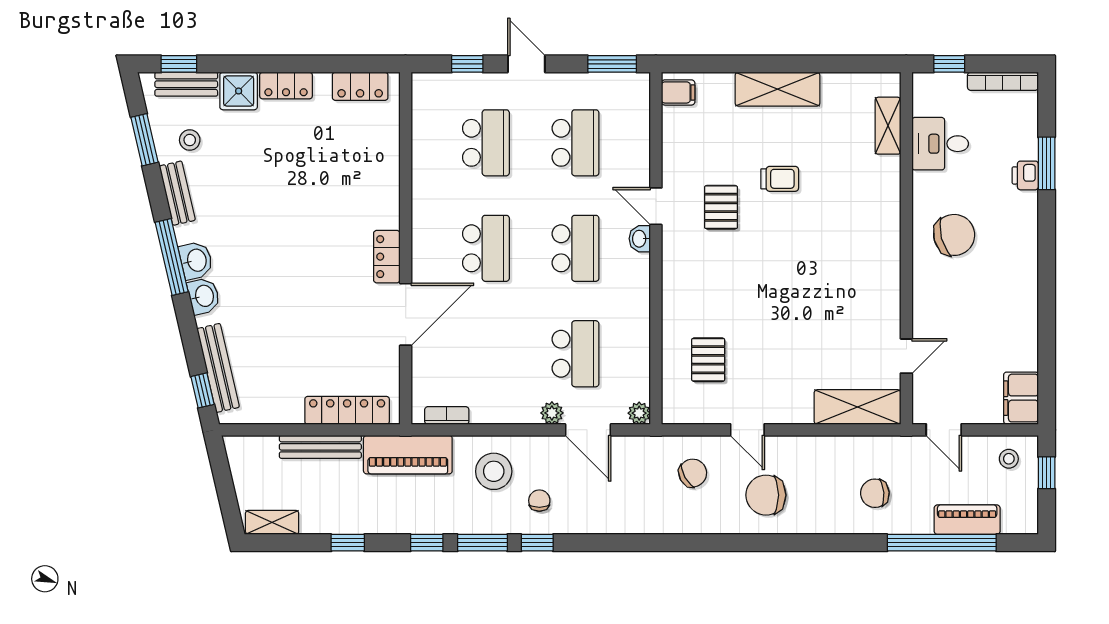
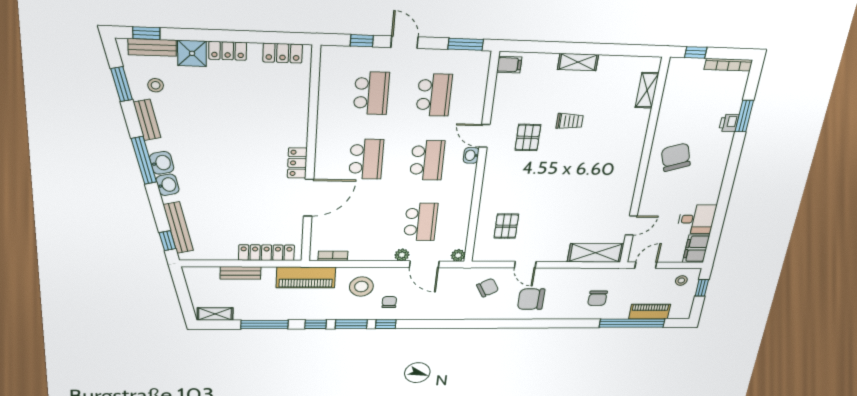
shelving: (777, 89) -> (578, 62), width x0.67, depth x0.75
desk: (940, 144) -> (696, 219), moved, turned 180
chair: (954, 235) -> (676, 157), turned -92
door: (944, 430) -> (646, 265), swing flipped
bench: (320, 447) -> (241, 273), width x0.73
chair: (875, 493) -> (597, 298), turned -85
window: (348, 543) -> (265, 325), width x2.17

